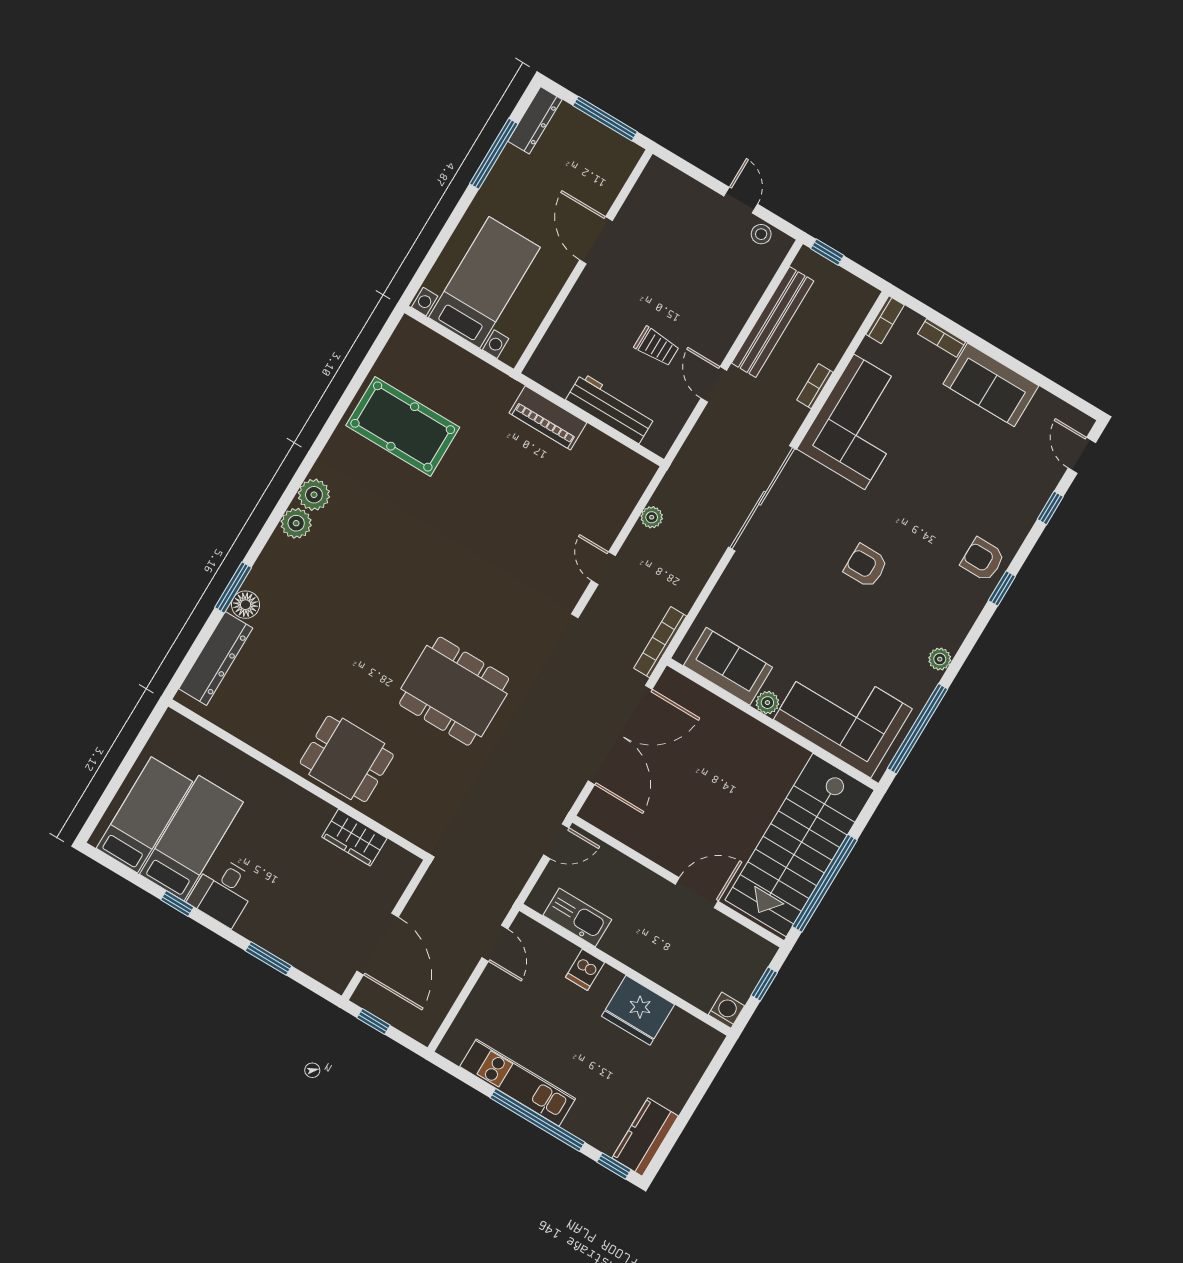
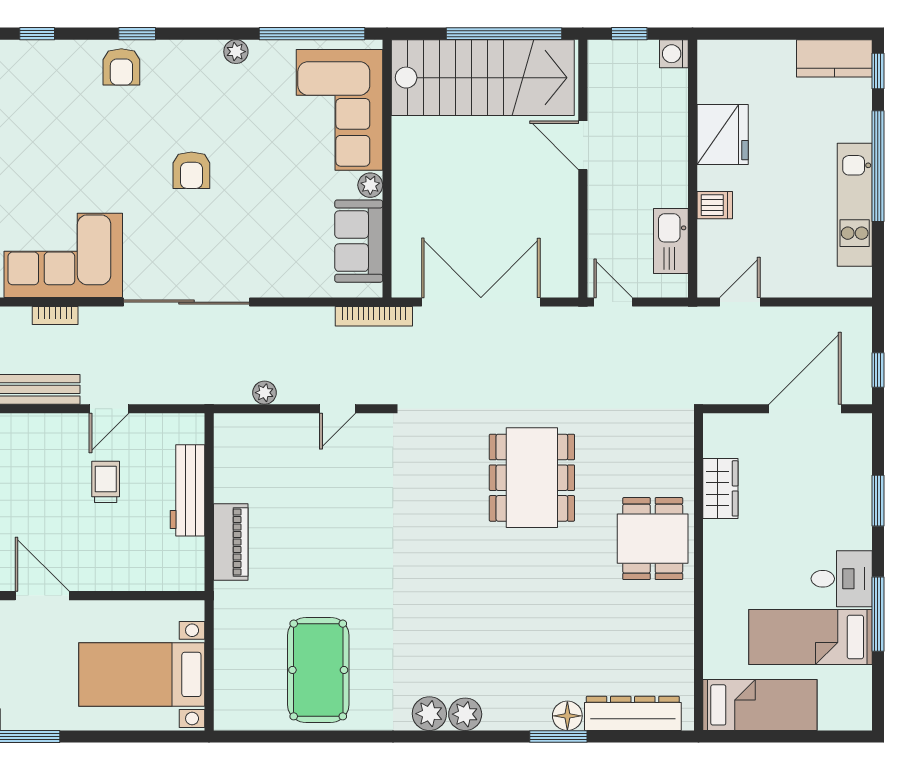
door: (596, 240) -> (42, 596), swing flipped
bed: (144, 815) -> (760, 705), moved, turned 180
window: (177, 904) -> (878, 614), width x2.17

